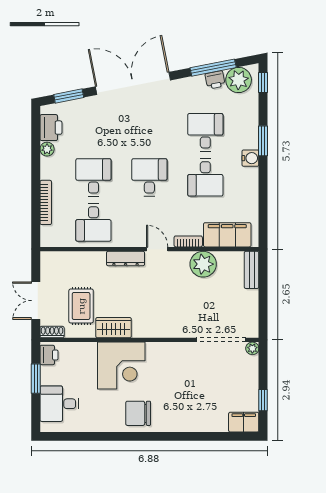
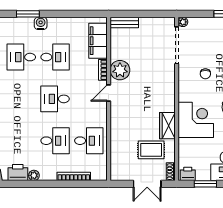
desk: (93, 177) -> (55, 141), turned 180
dresser: (126, 259) -> (116, 117), removed
plant: (203, 264) -> (120, 70), moved
chair: (183, 378) -> (205, 74), added

